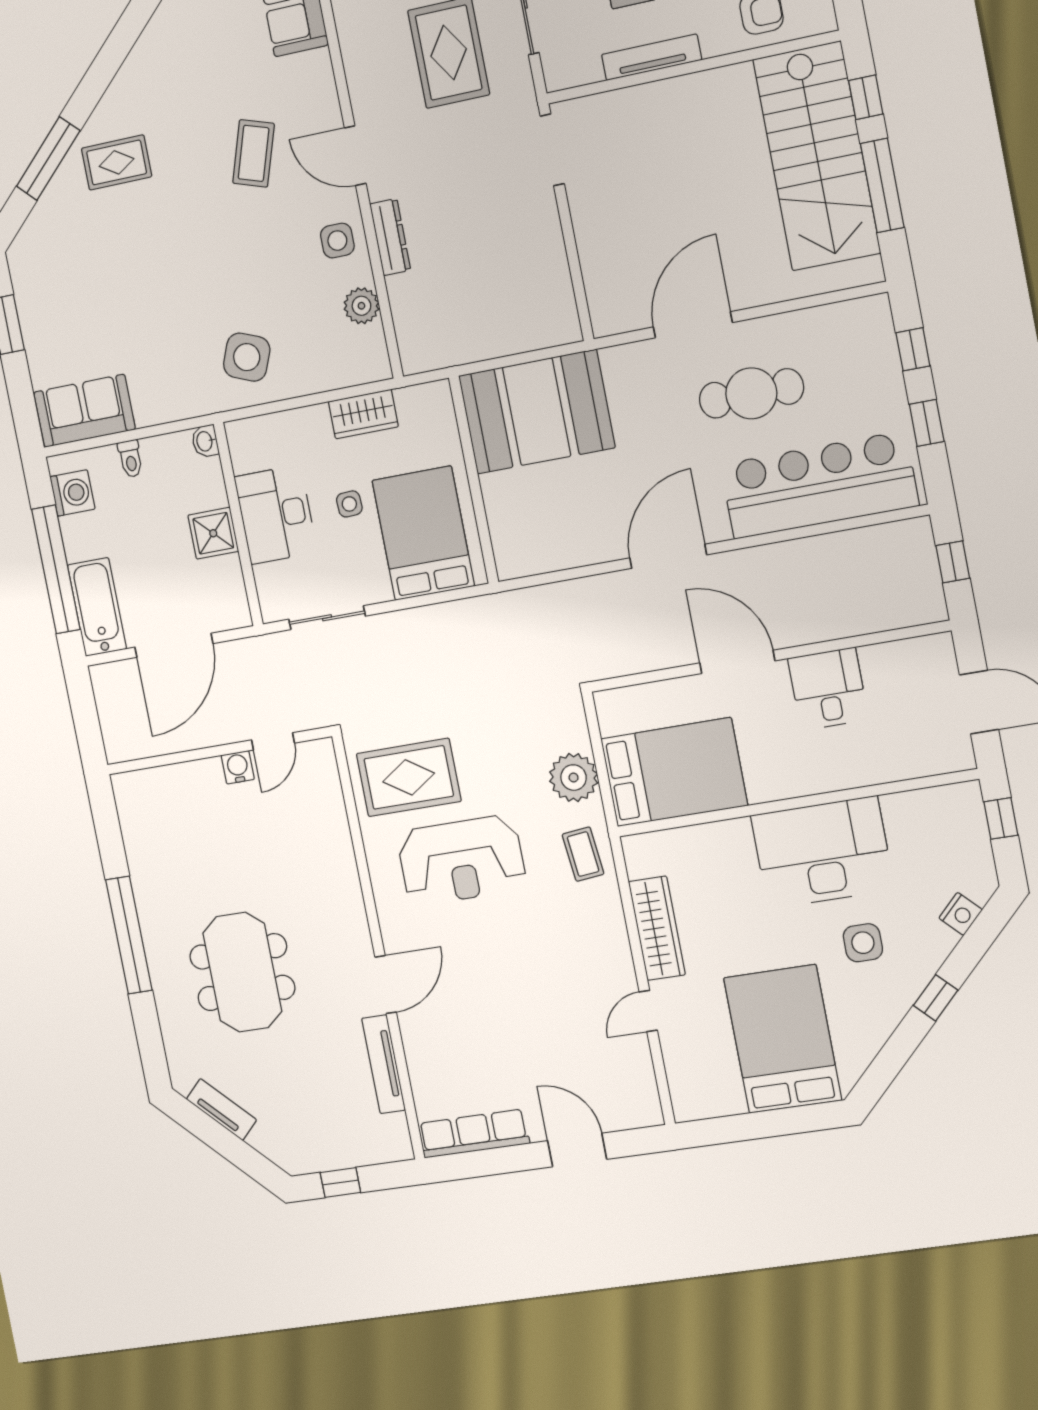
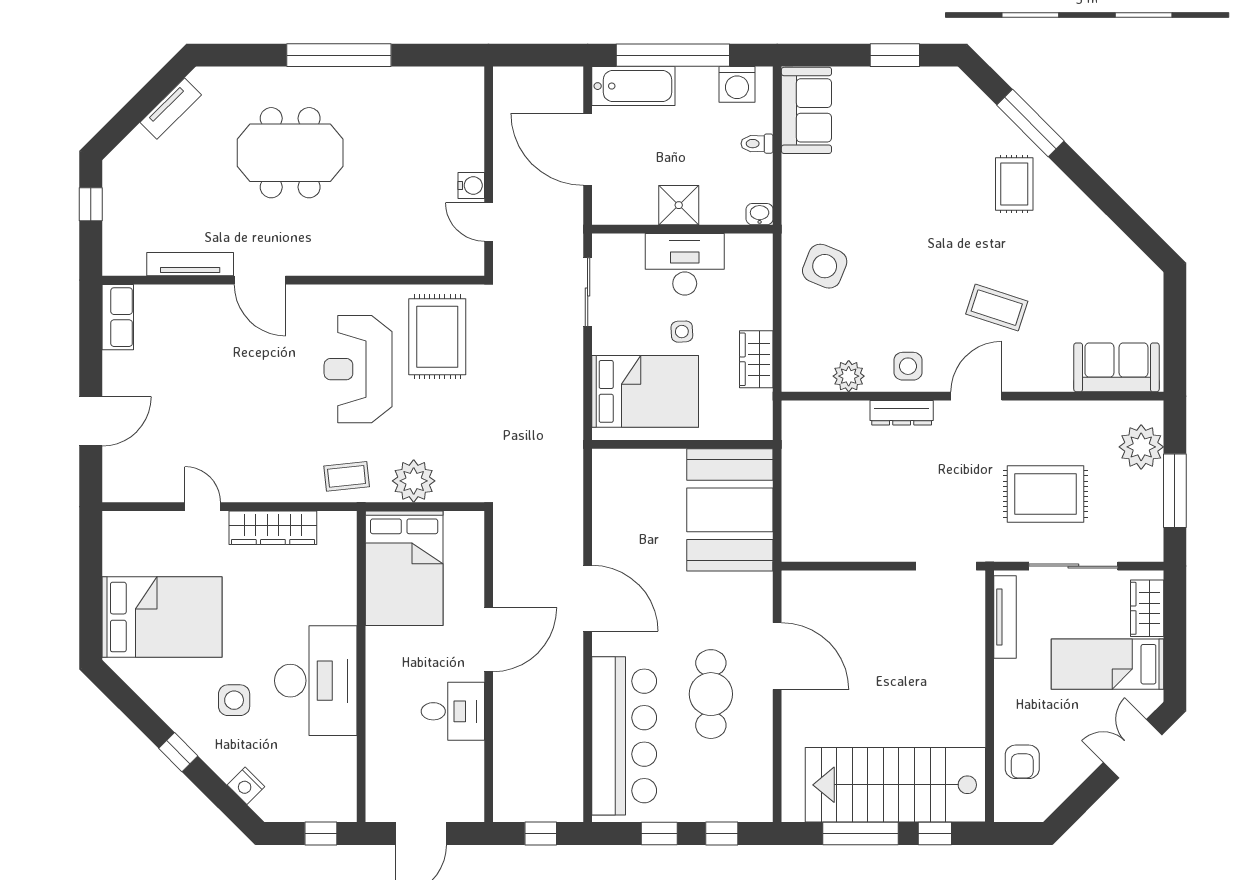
tv unit: (652, 57) -> (1005, 617), moved
row of seats: (474, 1134) -> (118, 317), width x0.68

